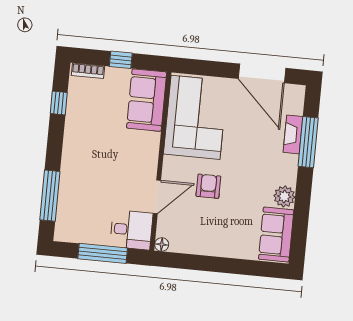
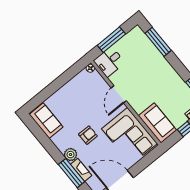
armchair: (208, 186) -> (88, 135), moved, turned -90
plant: (284, 196) -> (71, 155), moved
door: (157, 197) -> (119, 94), moved

